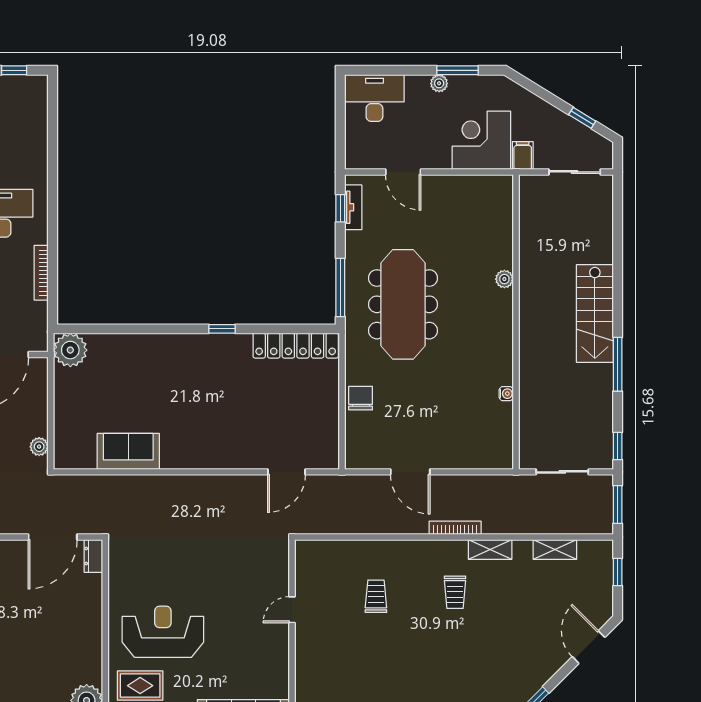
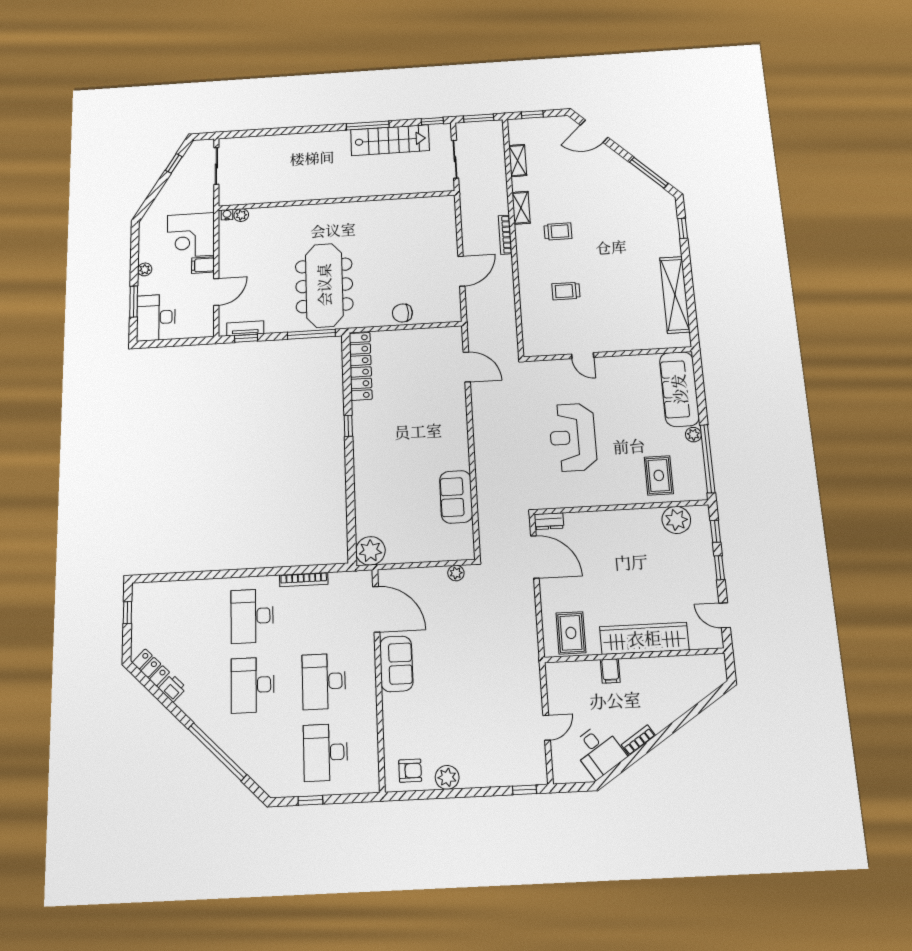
window: (457, 70) -> (134, 302), moved
filing cabinet: (523, 155) -> (203, 265), moved
plant: (504, 279) -> (241, 215), moved
meeting table: (403, 304) -> (324, 285), turned 90
stairs: (595, 313) -> (390, 140), moved
water cooler: (506, 394) -> (227, 215), moved
reception desk: (163, 632) -> (573, 437), moved

